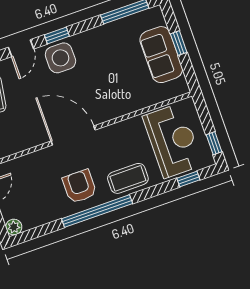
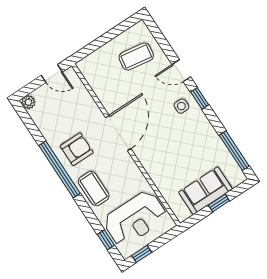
side table: (60, 58) -> (181, 106), width x0.54, depth x0.54

